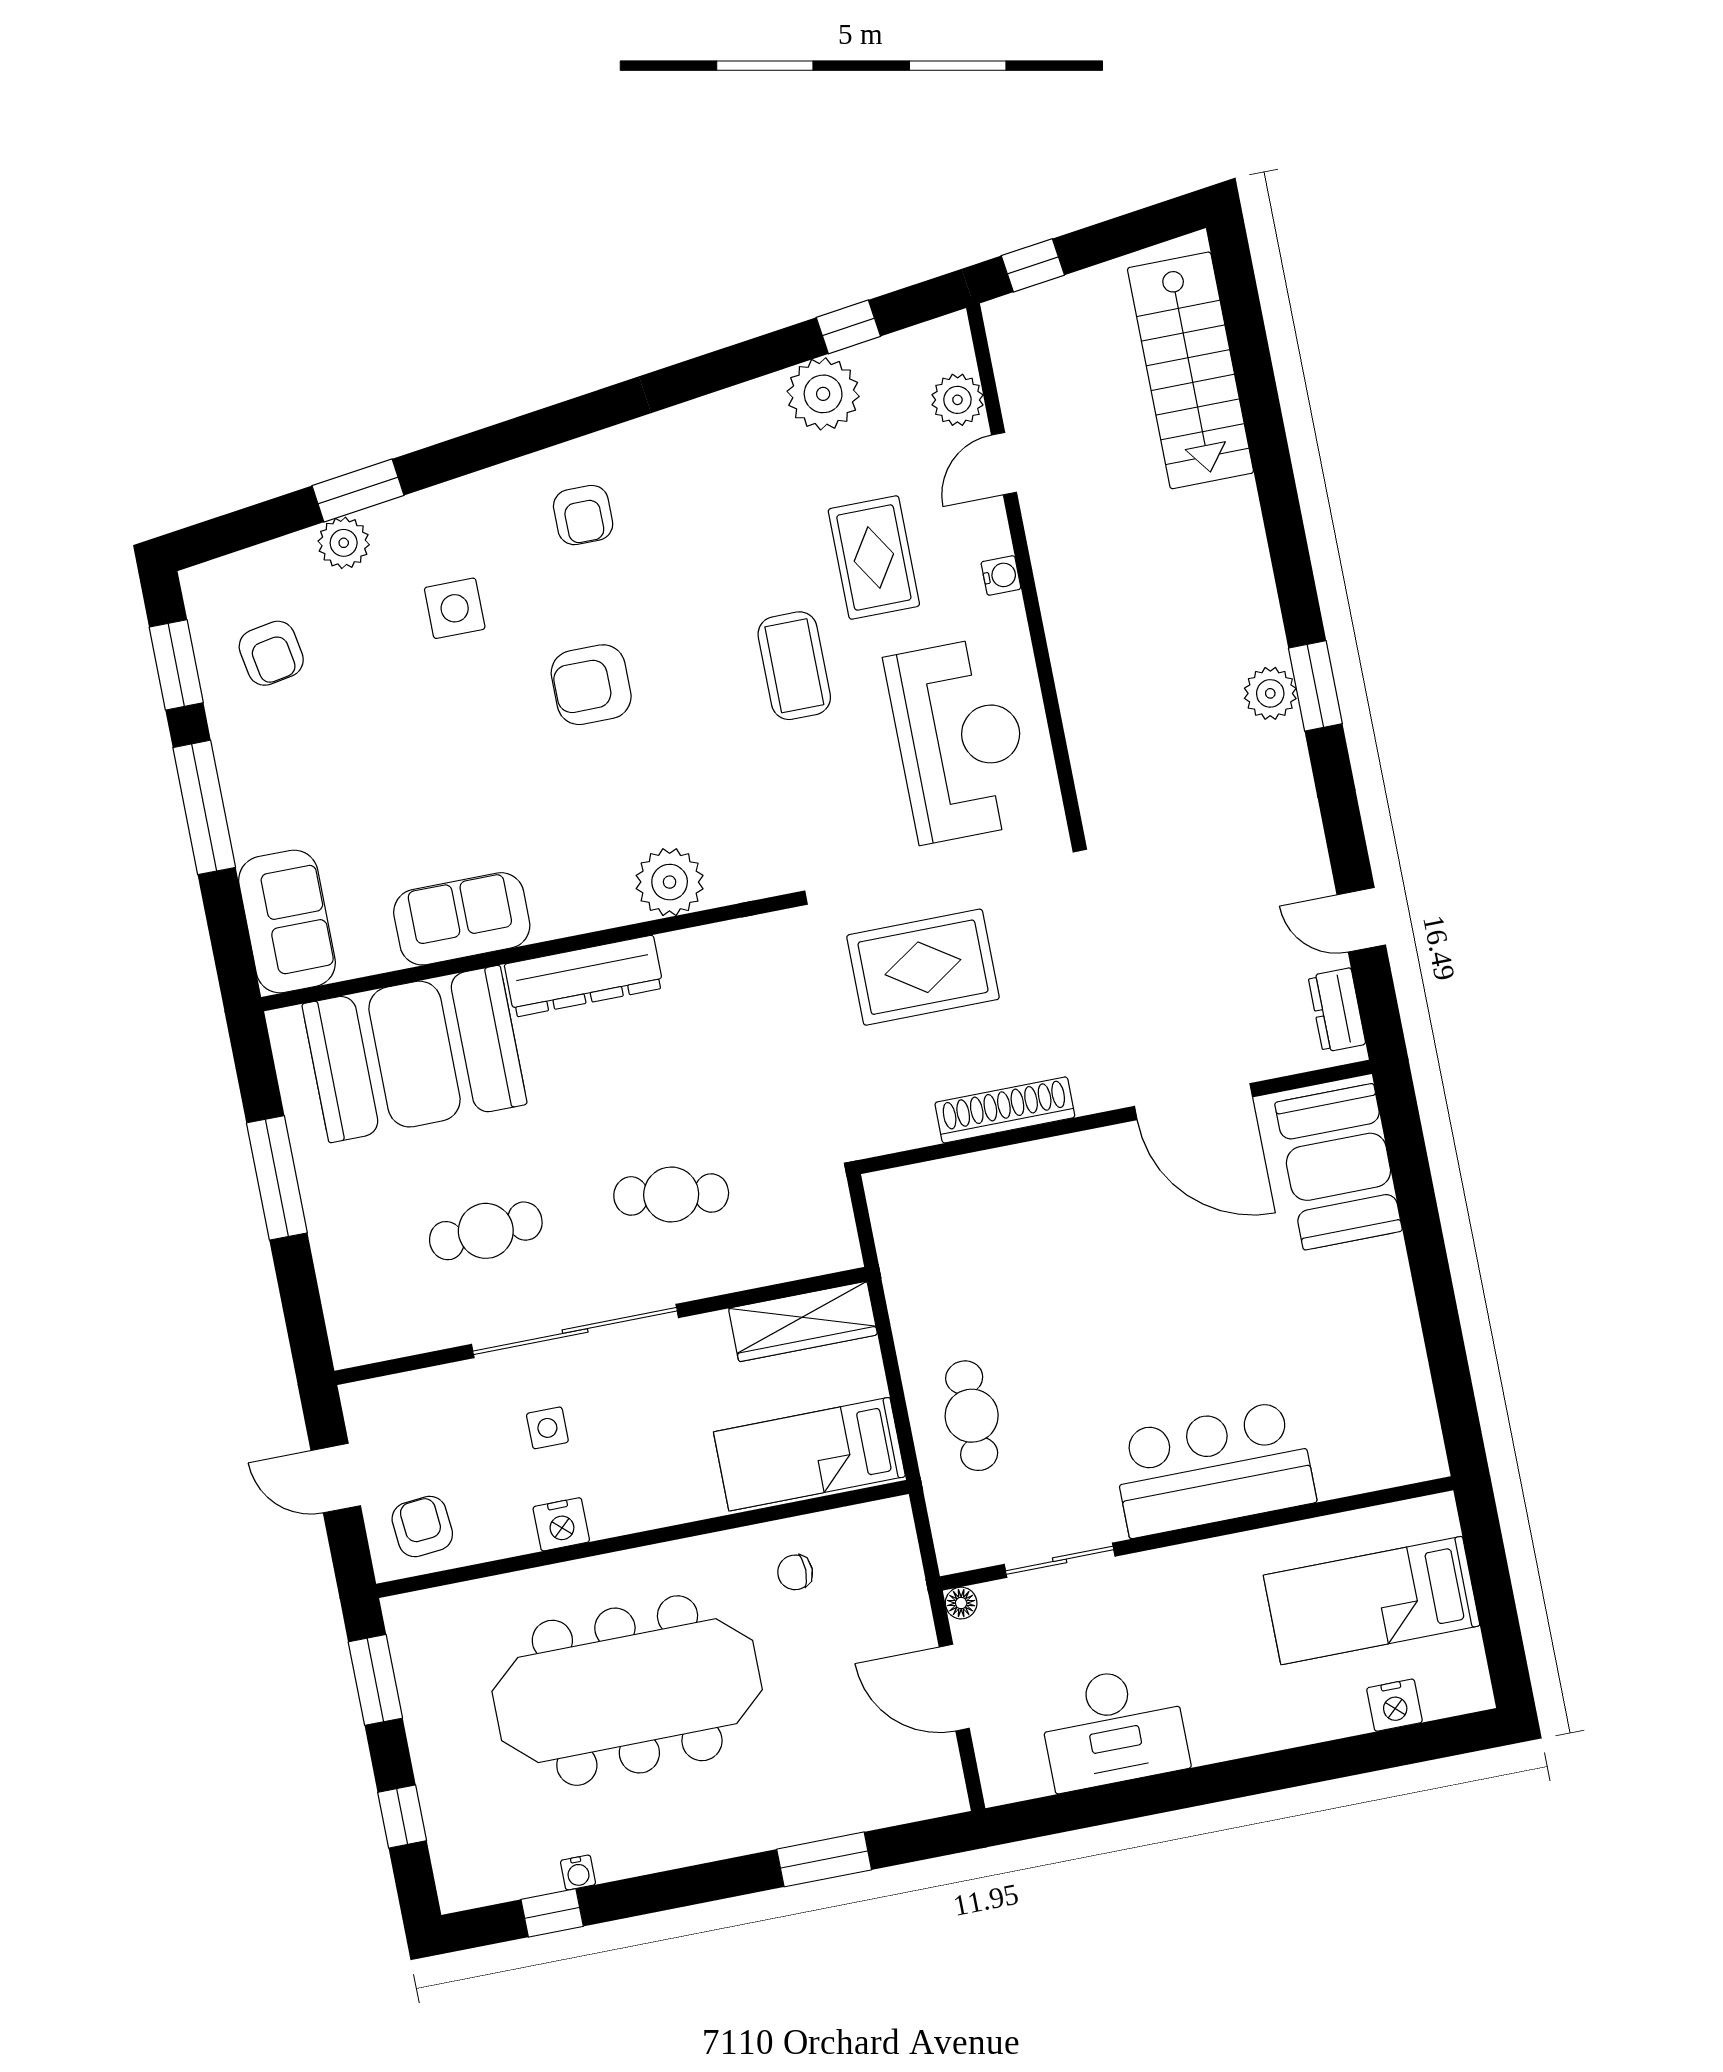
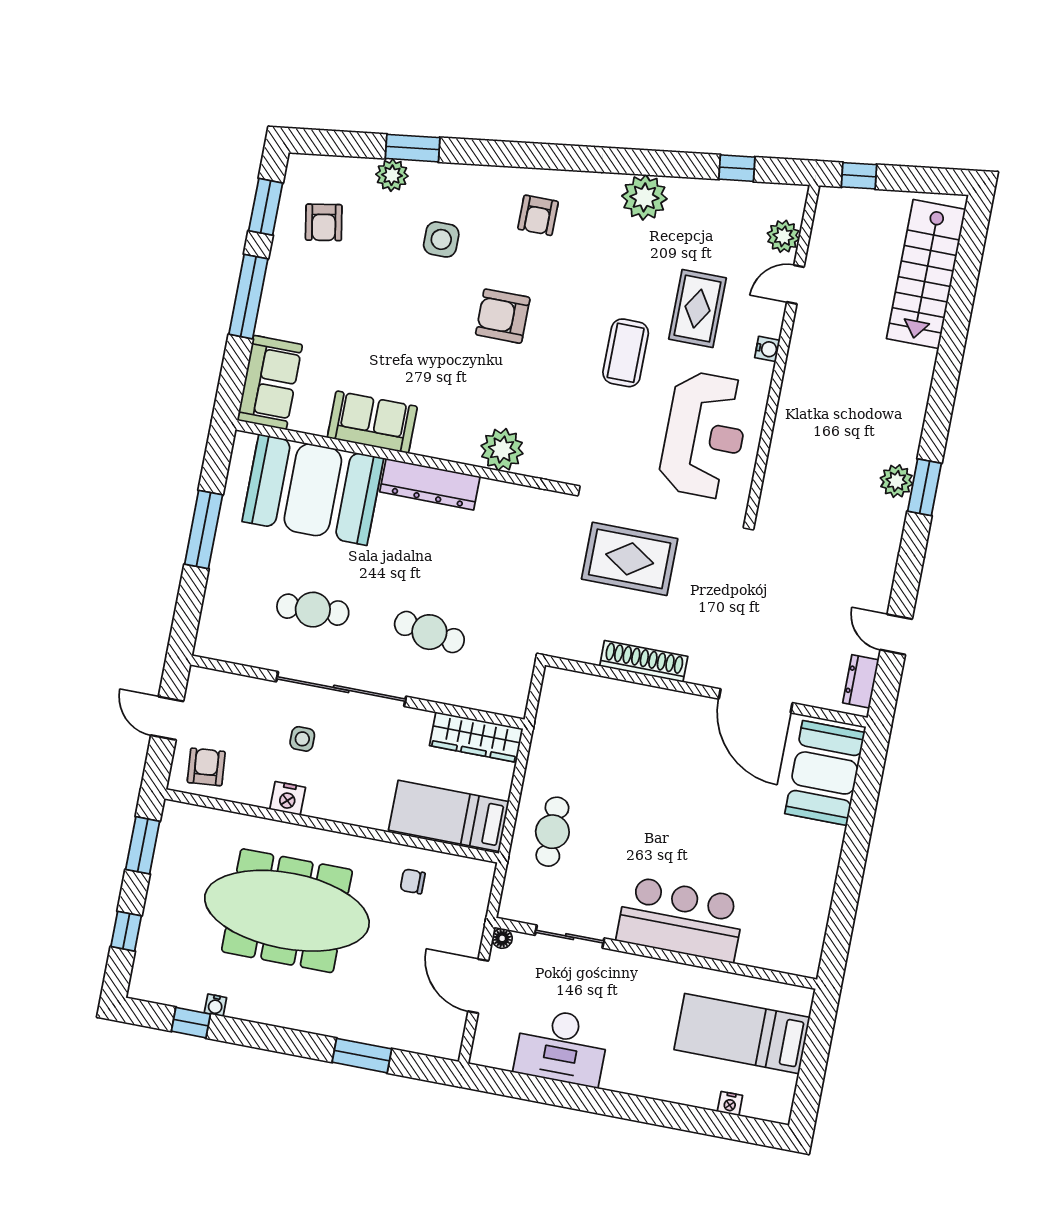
plant: (823, 394) -> (644, 197), moved
nightstand: (1394, 1705) -> (730, 1104), width x0.72, depth x0.74

